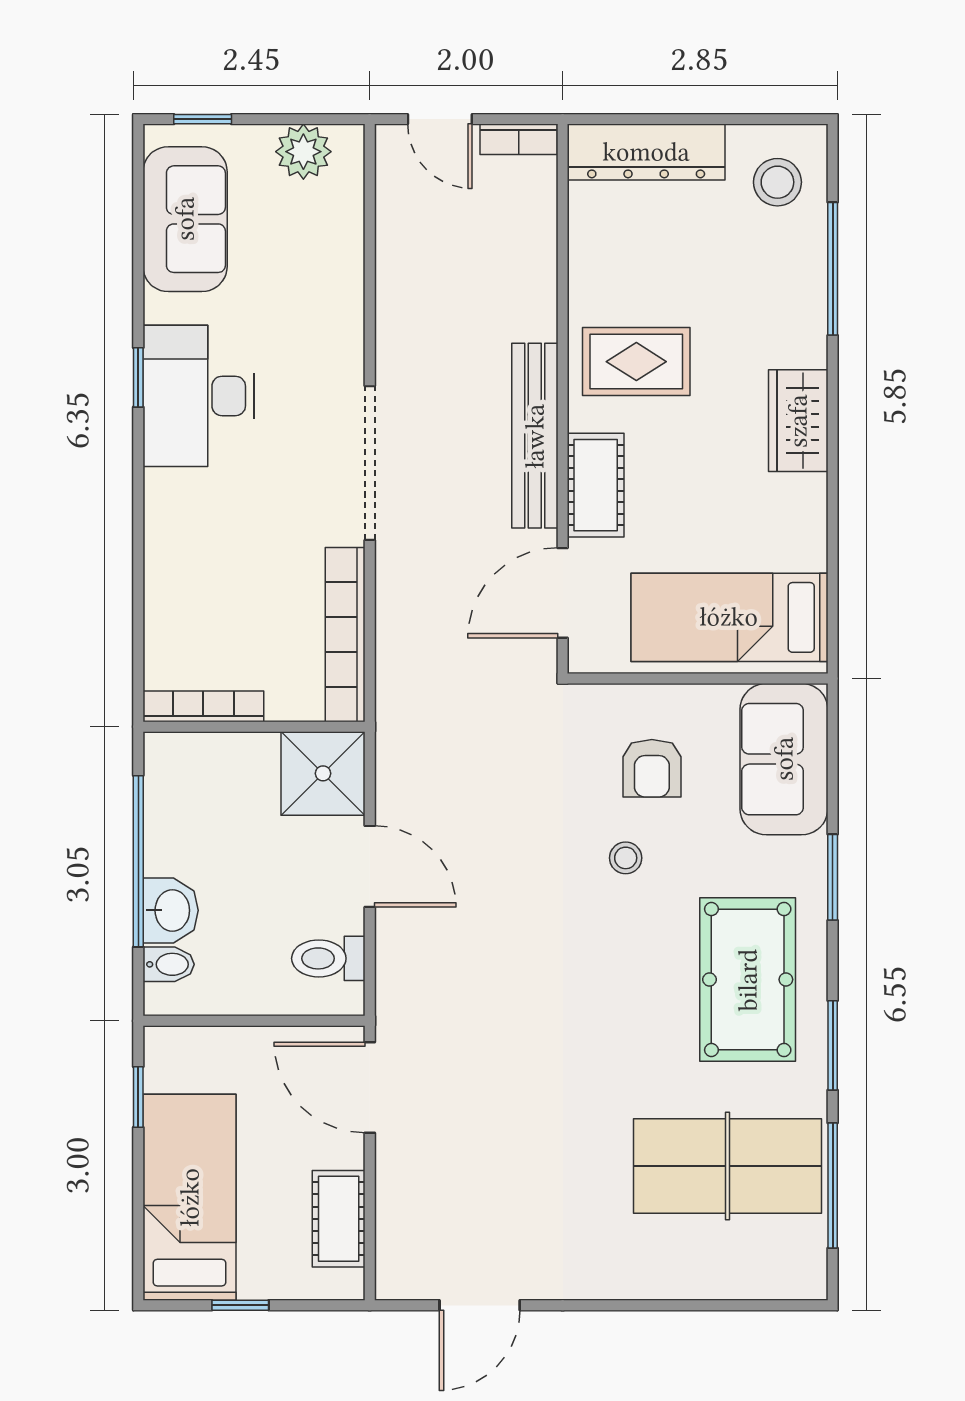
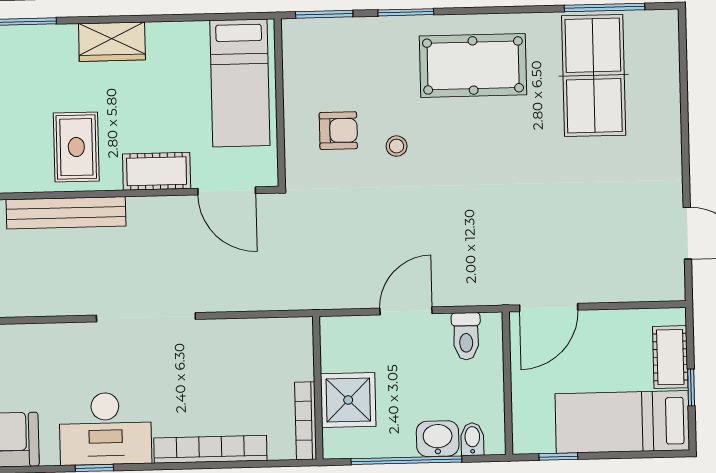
bench: (535, 436) -> (66, 213), moved
bookcase: (345, 635) -> (210, 449), moved, turned 180
sofa: (784, 759) -> (330, 46), removed
shower: (323, 773) -> (348, 400), moved
window: (833, 1045) -> (324, 14), moved
cot: (339, 1219) -> (670, 357), moved, turned 90

